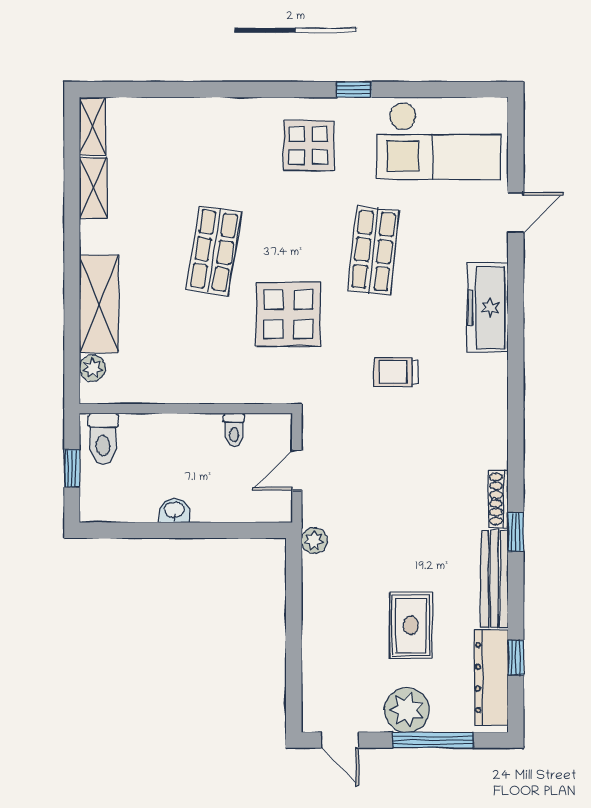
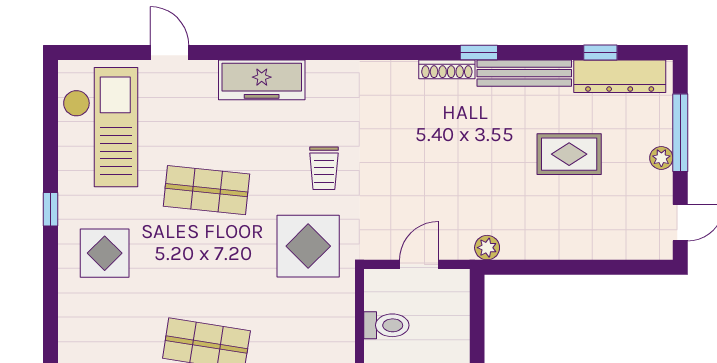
display table: (288, 314) -> (308, 246), moved
toilet: (234, 430) -> (386, 325), width x1.37, depth x1.39
door: (297, 470) -> (419, 264), swing flipped
plant: (407, 710) -> (661, 158), width x0.53, depth x0.53

